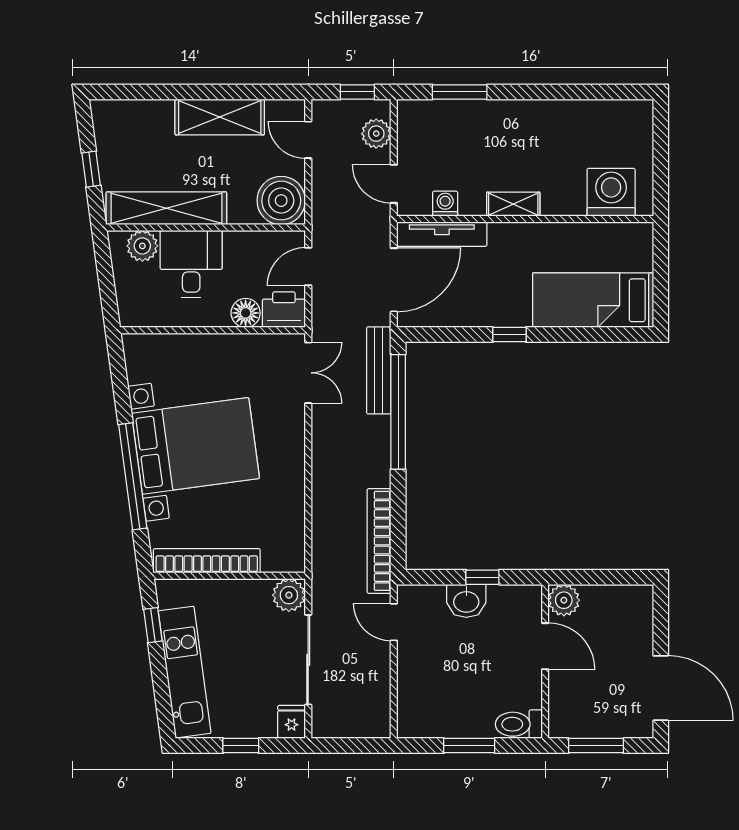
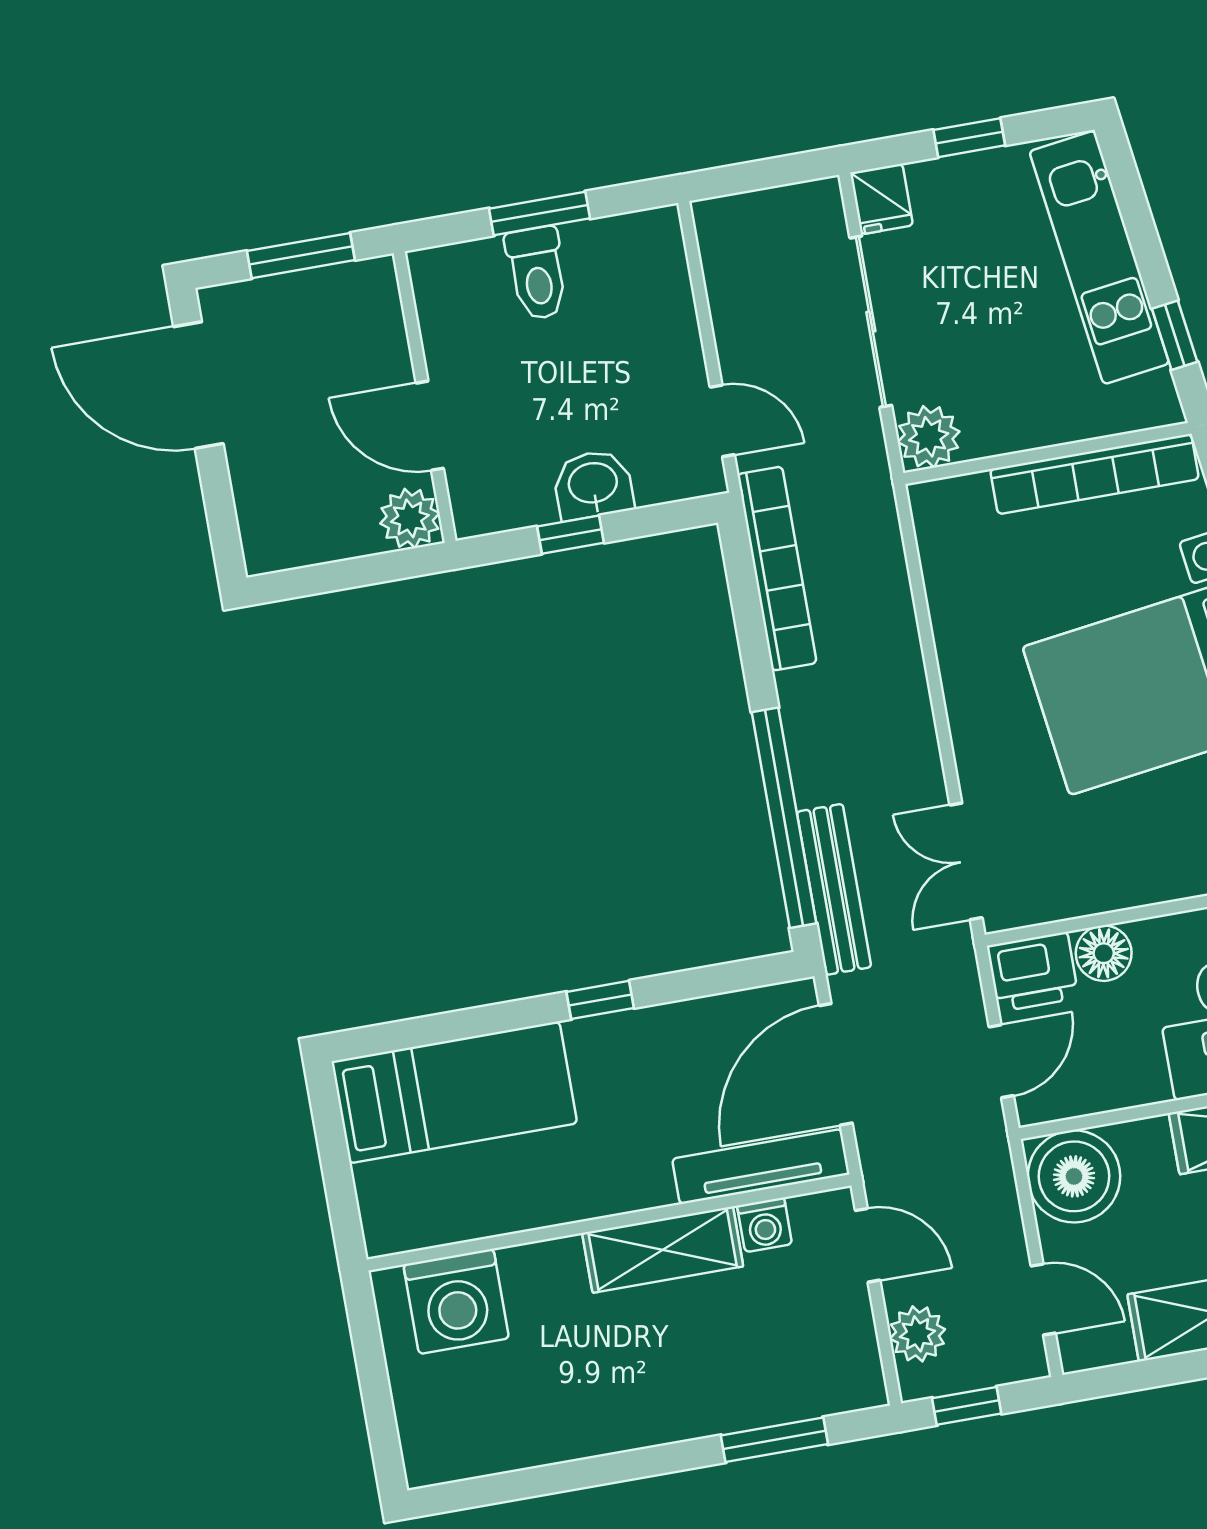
shelving: (513, 204) -> (663, 1250), width x1.50, depth x1.33
toilet: (519, 724) -> (537, 273), moved, turned 90

